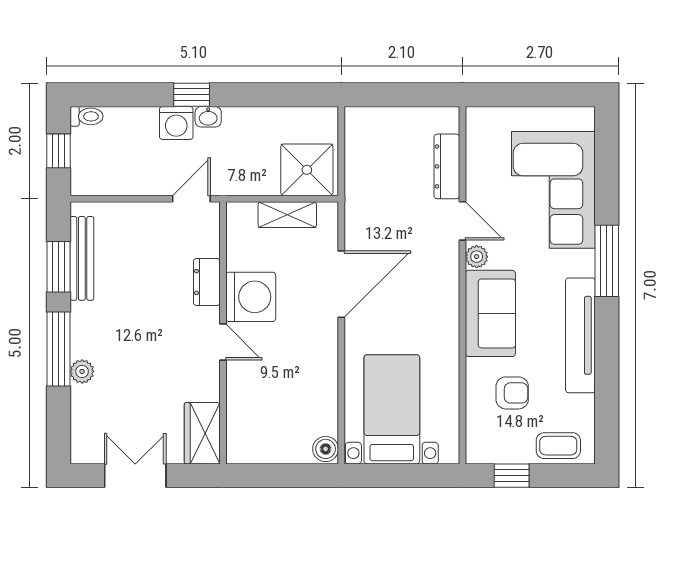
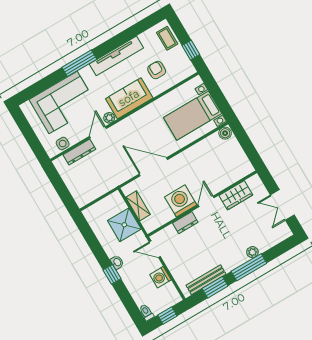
washing machine: (176, 123) -> (160, 277), moved, turned 180
side table: (480, 145) -> (63, 144), added
shower: (307, 170) -> (124, 225), moved
wardrobe: (202, 433) -> (236, 195), moved

